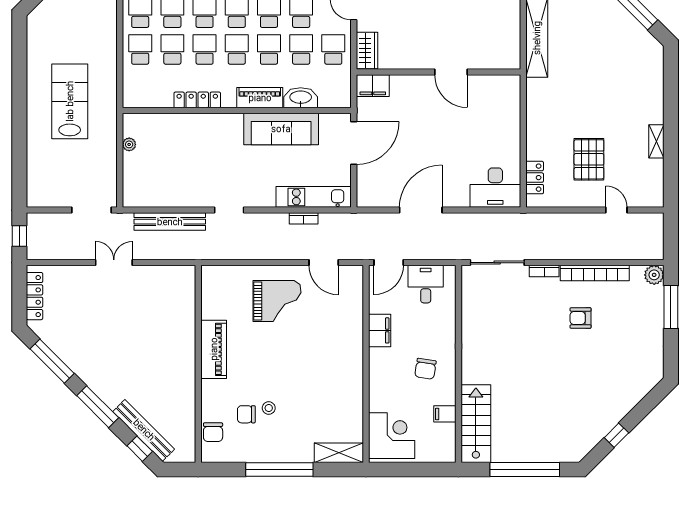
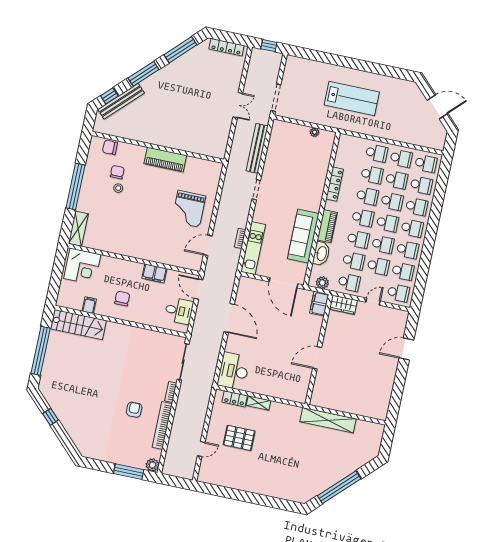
plant: (342, 88) -> (322, 283), added
shelving: (656, 141) -> (259, 403), moved
chair: (425, 369) -> (122, 299), turned 81

